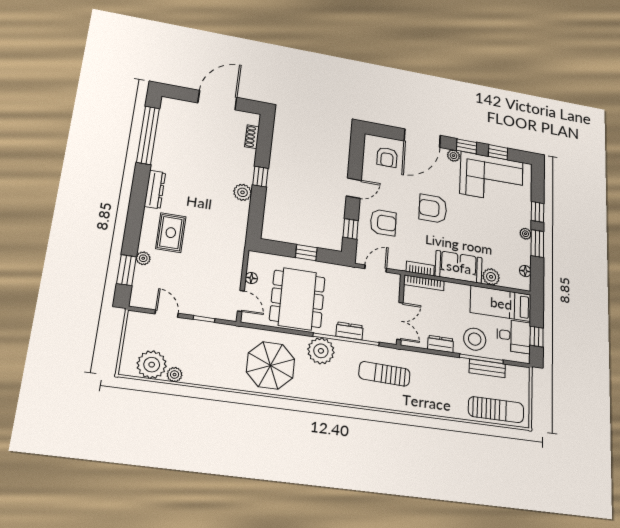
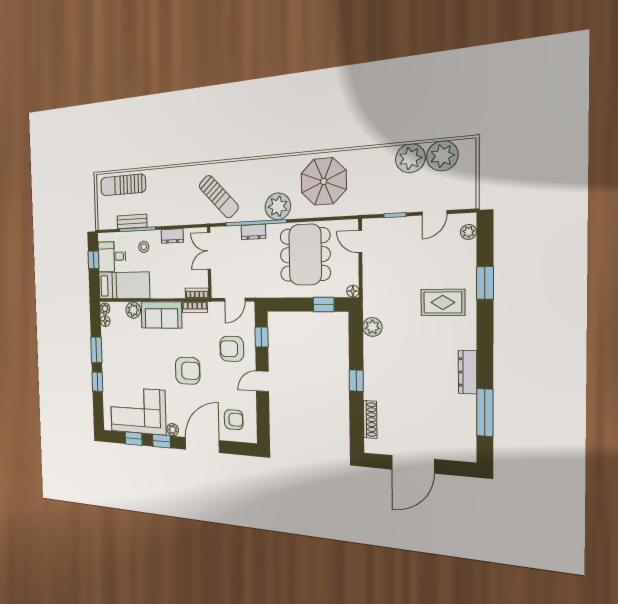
window: (148, 135) -> (485, 412), width x0.68
shoe rack: (252, 137) -> (370, 419), width x1.43
armchair: (387, 157) -> (234, 420), turned 90
dresser: (155, 189) -> (468, 372), moved
plant: (243, 192) -> (372, 327), moved
rug: (171, 233) -> (443, 302), turned 90
plant: (526, 234) -> (105, 309), moved
window: (306, 253) -> (324, 304), moved
plant: (143, 258) -> (469, 232), moved
window: (126, 270) -> (485, 283), moved
floor lamp: (251, 278) -> (353, 291), moved
bookcase: (424, 283) -> (197, 293), width x0.64
door: (167, 314) -> (434, 213), hinge flipped
stool: (475, 339) -> (144, 247), width x0.53, depth x0.53
sun lounger: (384, 374) -> (219, 197), turned 45
plant: (175, 375) -> (410, 158), width x1.87, depth x1.87

